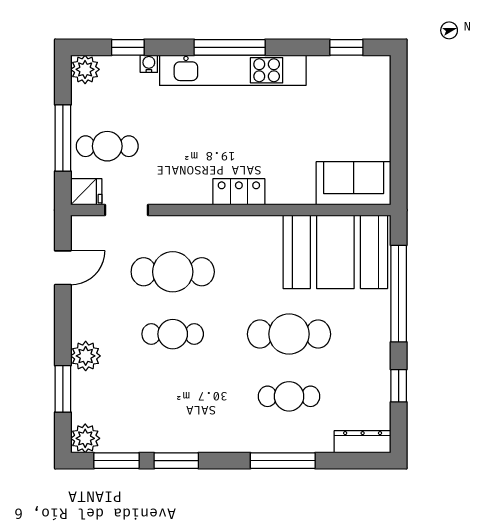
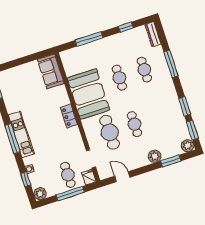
kitchen unit: (233, 70) -> (21, 134), width x0.73
booth: (335, 252) -> (88, 94), moved
window: (399, 294) -> (89, 39), width x0.68
cafe table: (289, 334) -> (119, 78), width x0.73, depth x0.74

